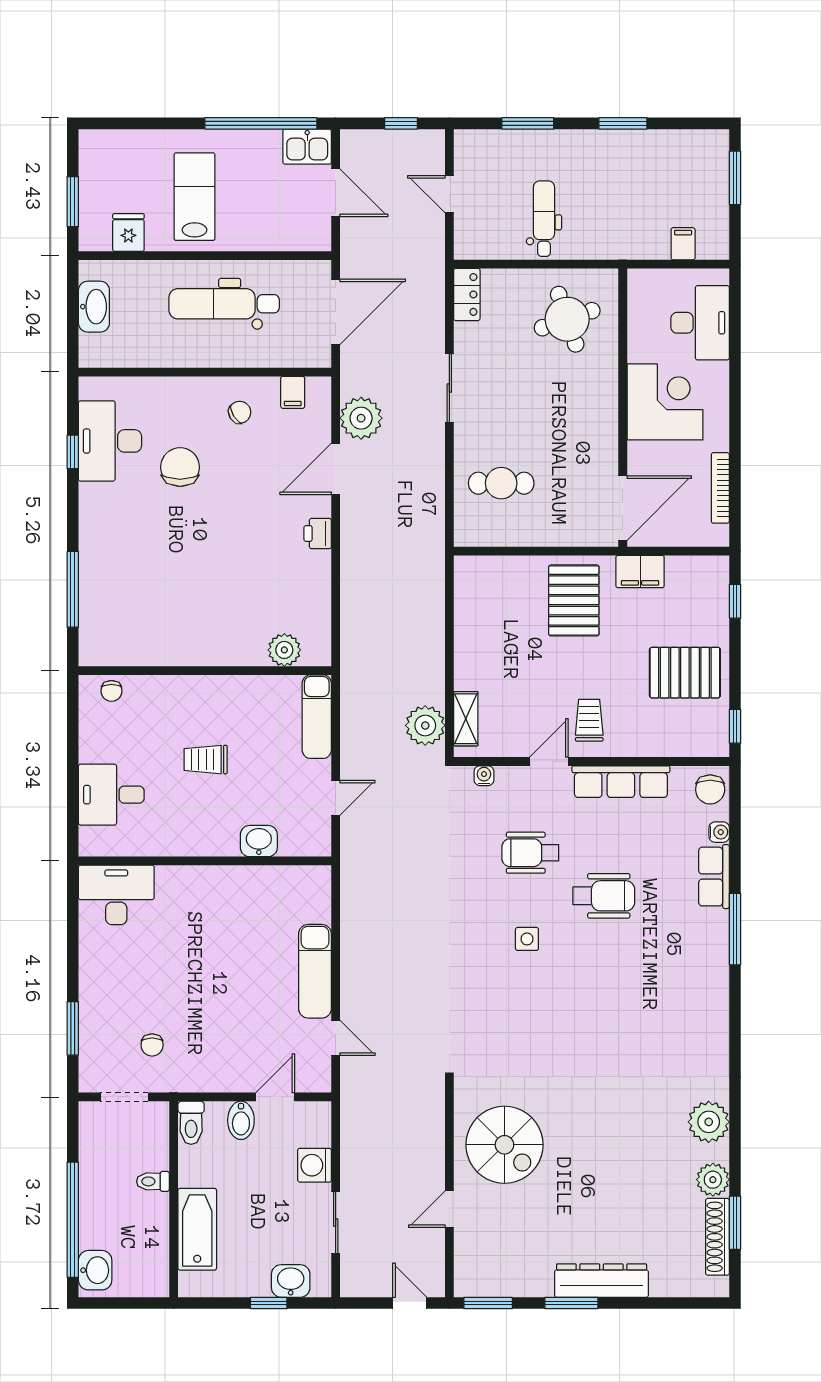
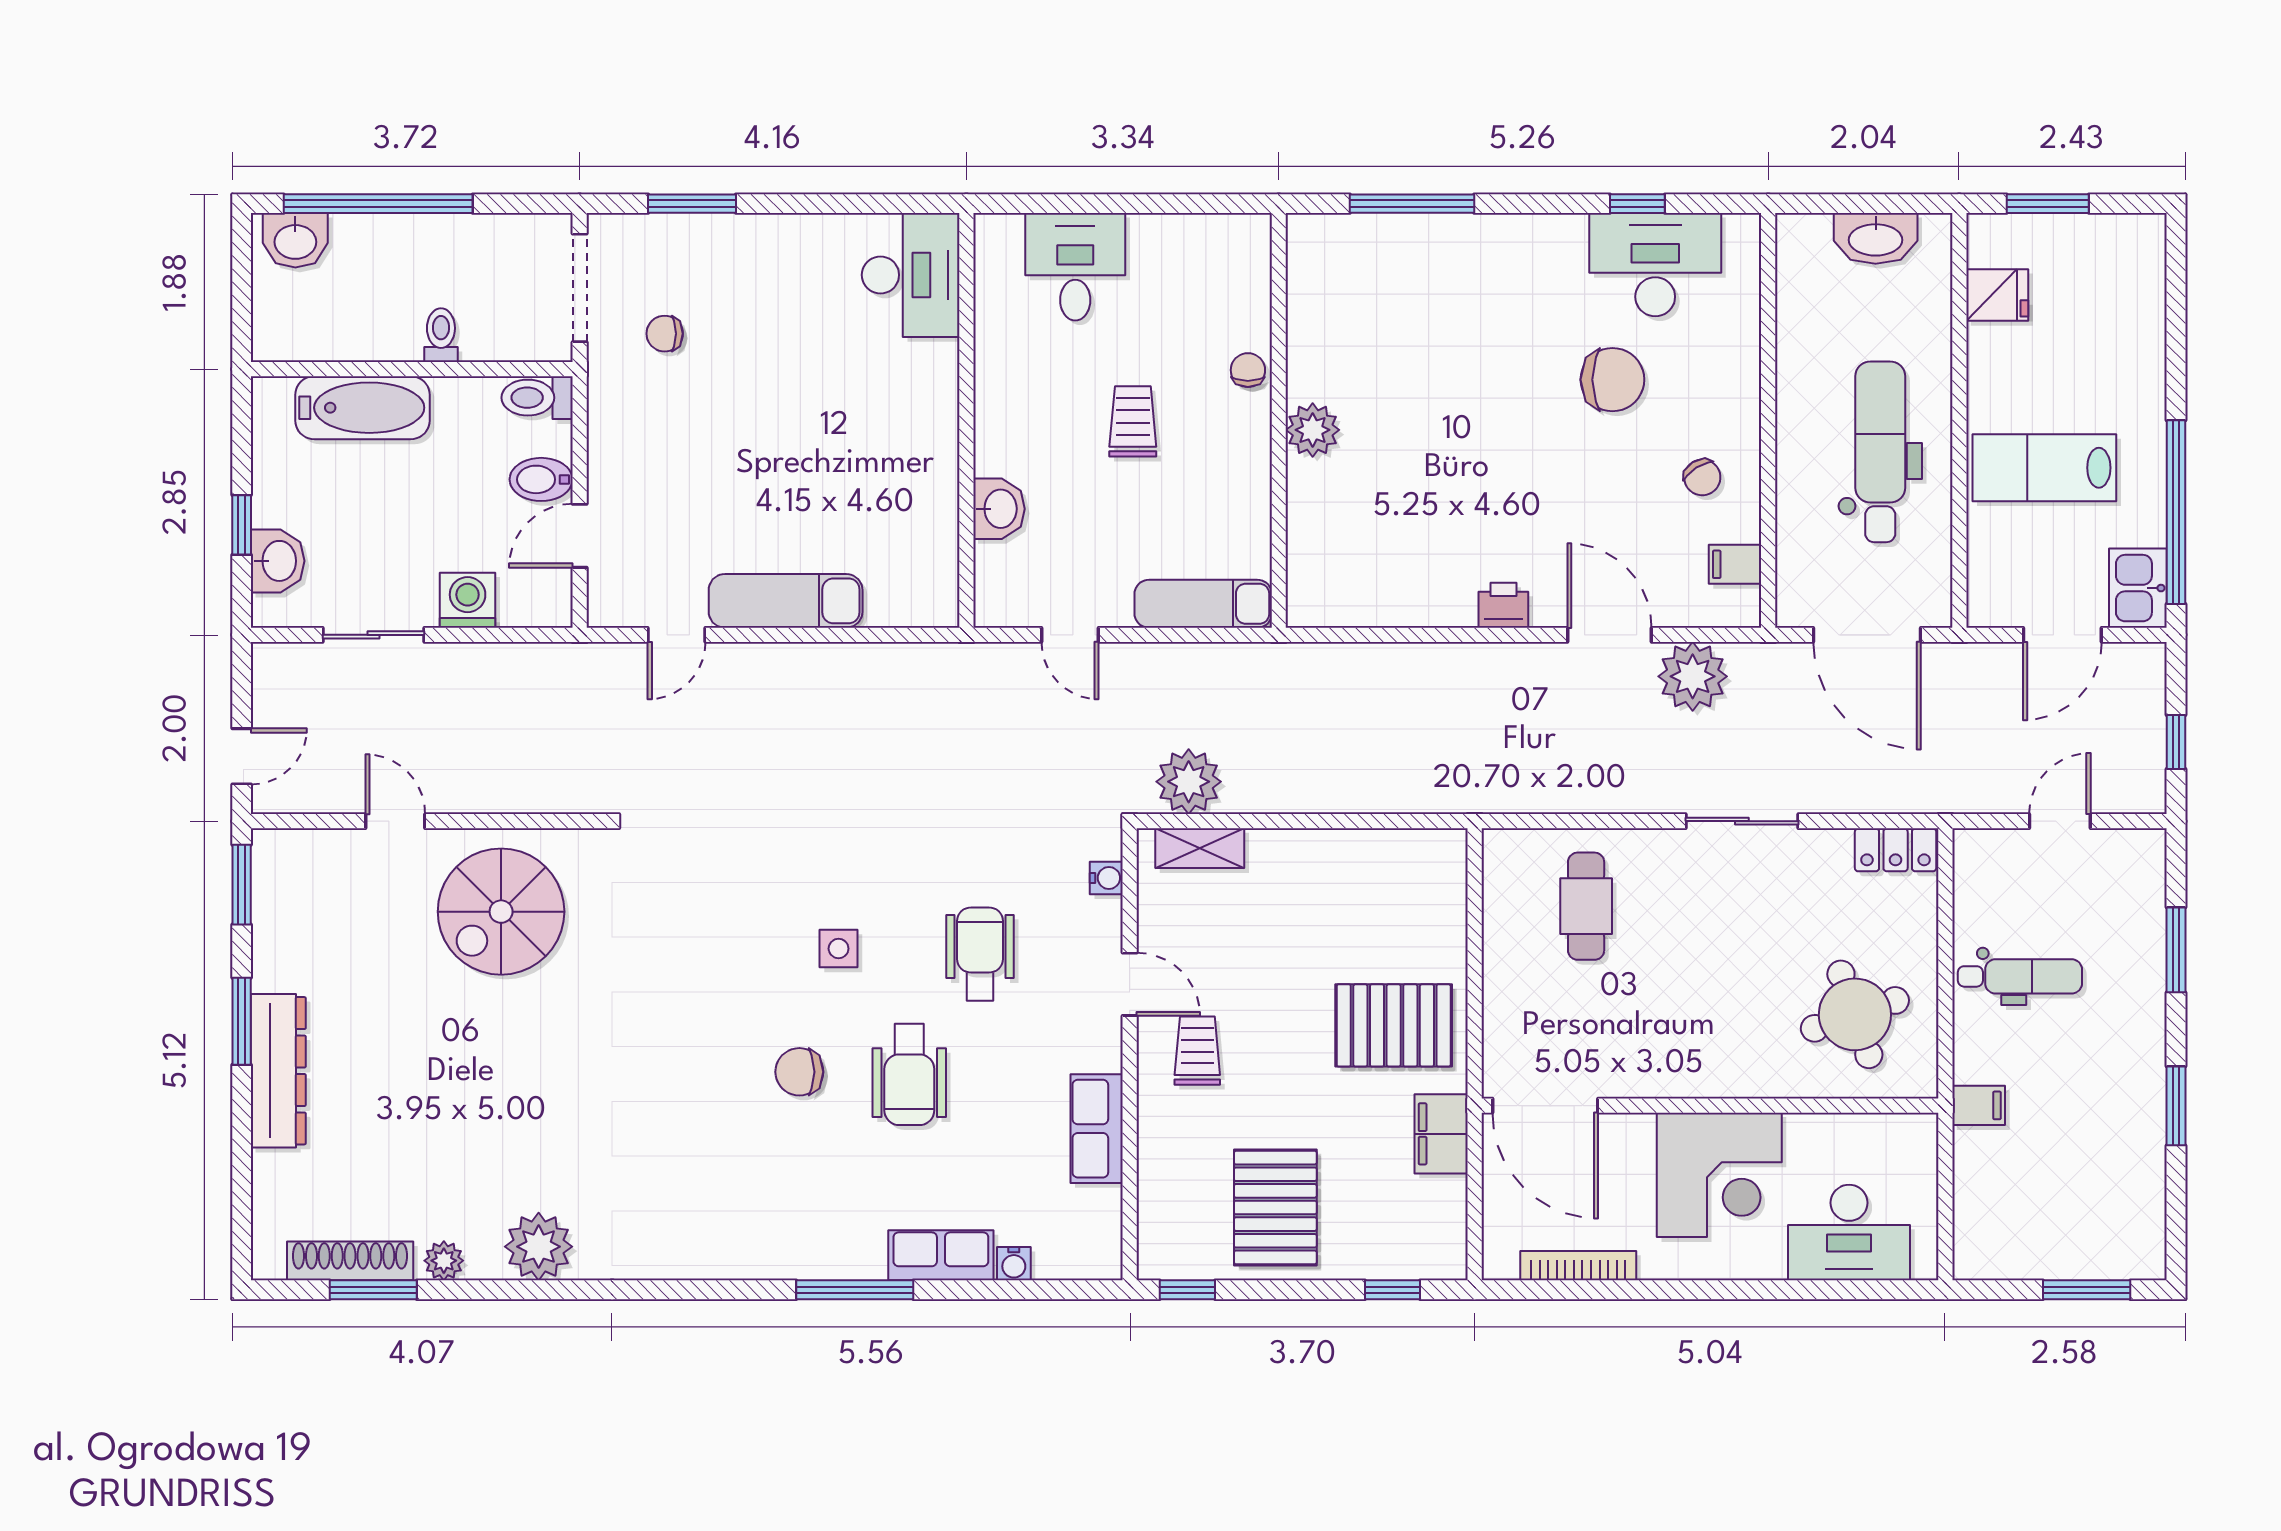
lab bench: (195, 197) -> (2044, 468), moved, turned 180
filing cabinet: (683, 244) -> (1979, 1105), moved
plant: (284, 650) -> (1313, 430), moved
chair: (111, 691) -> (1248, 370), moved, turned 90
trolley: (589, 720) -> (1197, 1051), turned -90
row of seats: (621, 782) -> (1097, 1129), width x0.68
chair: (710, 789) -> (799, 1072), moved
doorway: (124, 1097) -> (580, 288), width x1.38
door: (275, 1097) -> (580, 536), swing flipped
plant: (713, 1180) -> (444, 1261), width x0.73, depth x0.73

